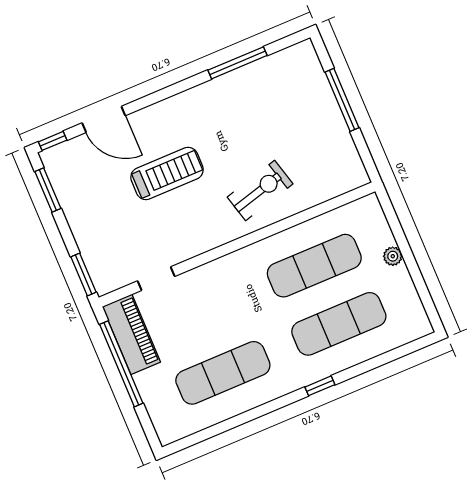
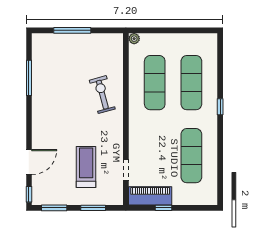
treadmill: (167, 173) -> (86, 167), moved
plant: (393, 256) -> (134, 39), moved
window: (84, 275) -> (93, 208), moved
window: (121, 364) -> (164, 208), width x0.32

